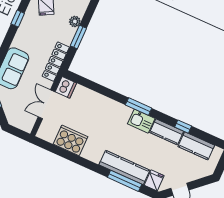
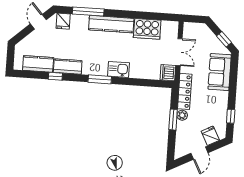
plant: (75, 21) -> (182, 115), moved
kitchen sink: (141, 121) -> (118, 69), moved
kitchen counter: (124, 167) -> (111, 24), moved

